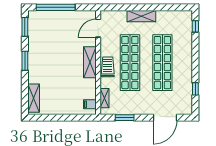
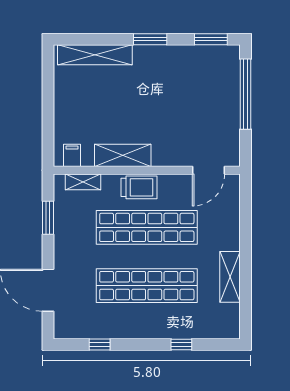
shelving: (141, 16) -> (230, 277), moved
window: (195, 26) -> (181, 345), moved
door: (98, 28) -> (208, 170), swing flipped
shelving: (90, 62) -> (123, 155), moved
shelving: (34, 98) -> (95, 55), width x1.47

